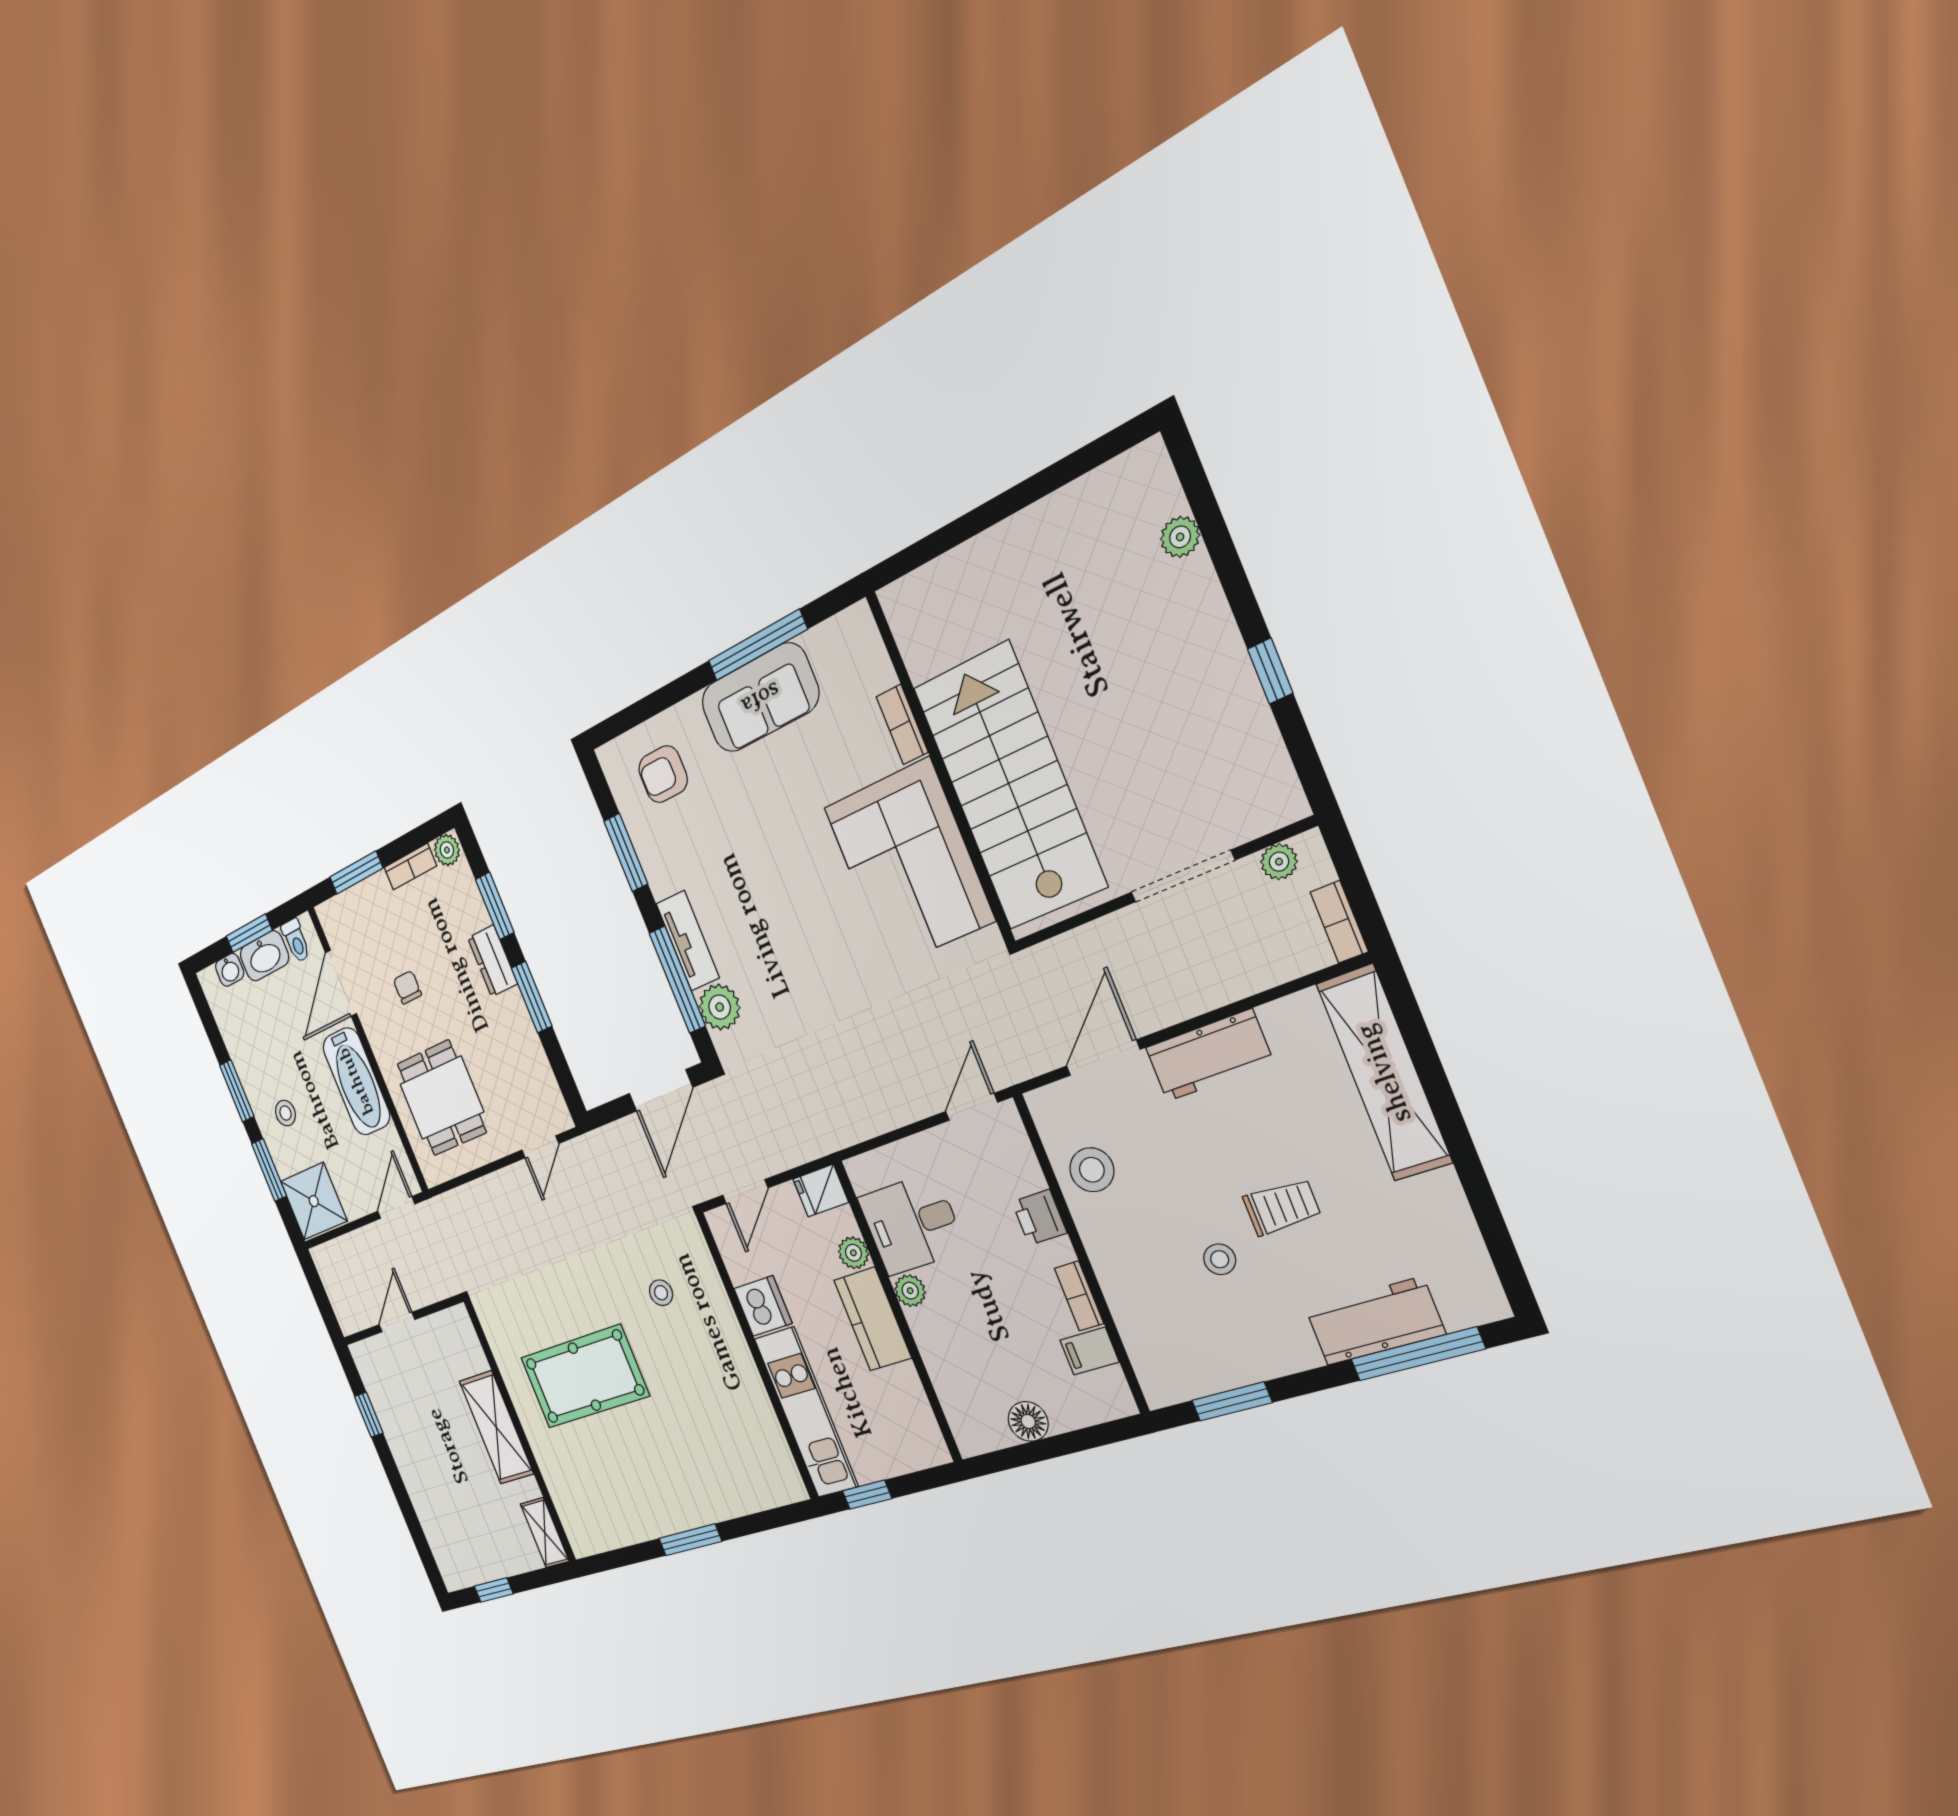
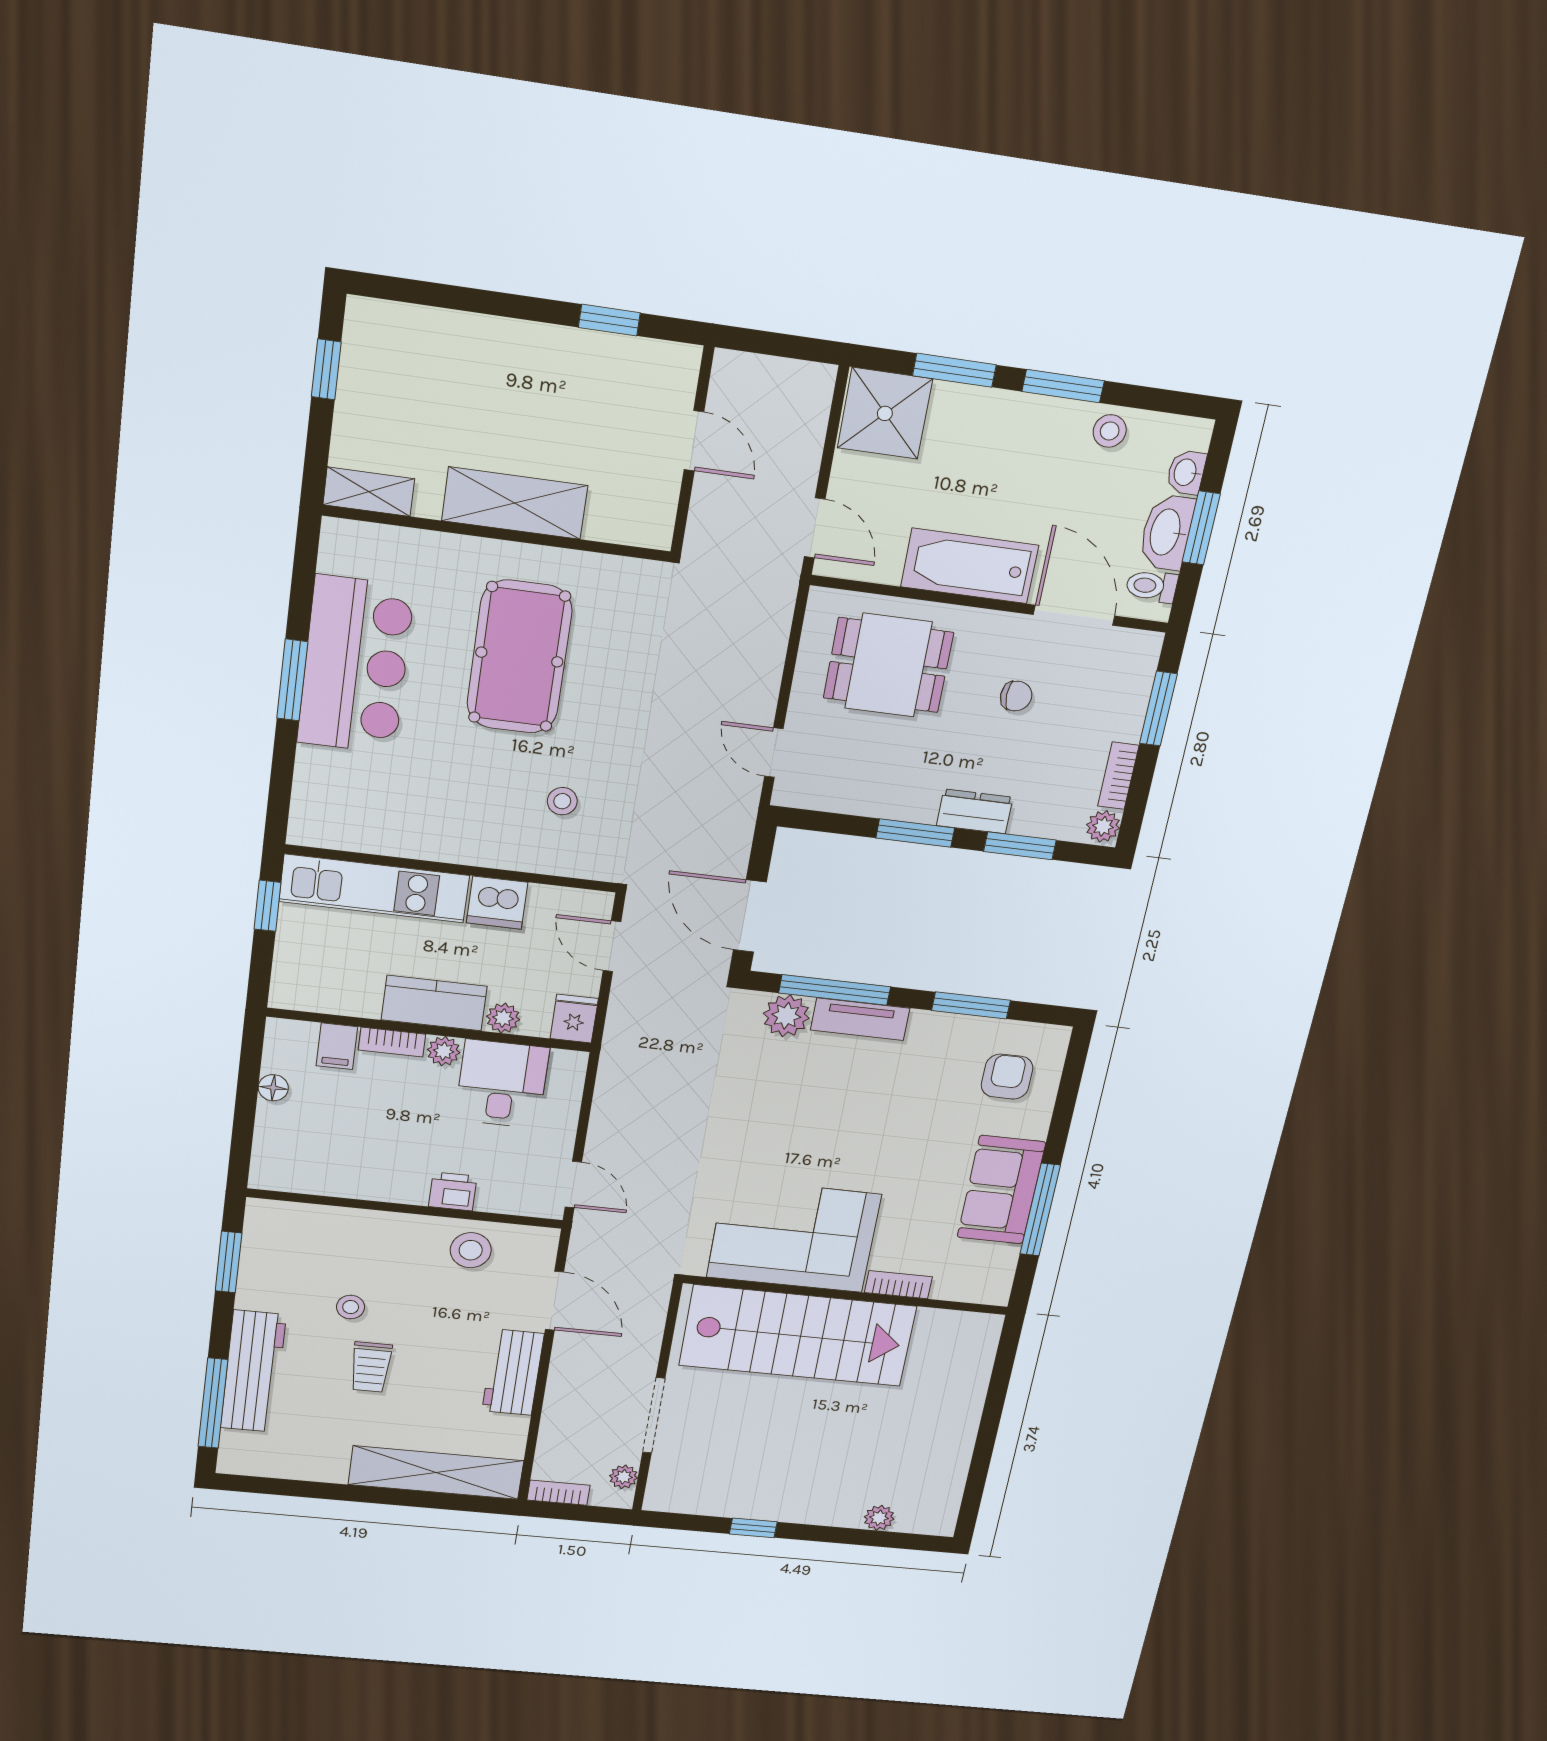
stool: (285, 1113) -> (1110, 431), moved
bookcase: (1079, 1296) -> (392, 1042), moved, turned 180
workbench: (1375, 1321) -> (253, 1371), width x1.38
filing cabinet: (1089, 1351) -> (337, 1046), moved, turned 180
floor lamp: (1028, 1421) -> (273, 1088), width x0.73, depth x0.73
bar counter: (655, 1497) -> (355, 665), added

